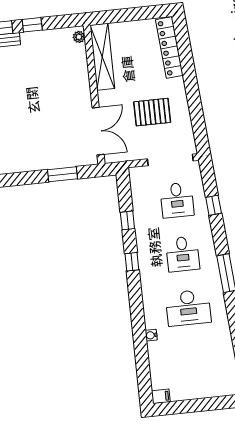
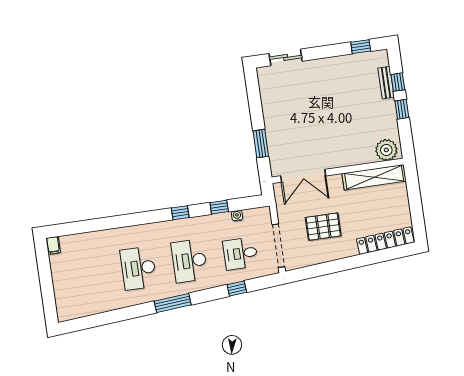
plant: (79, 37) -> (386, 150), width x1.88, depth x1.88
pallet: (152, 112) -> (323, 227), turned 90
desk: (183, 254) -> (189, 261), width x1.37
water cooler: (151, 335) -> (237, 216), moved

